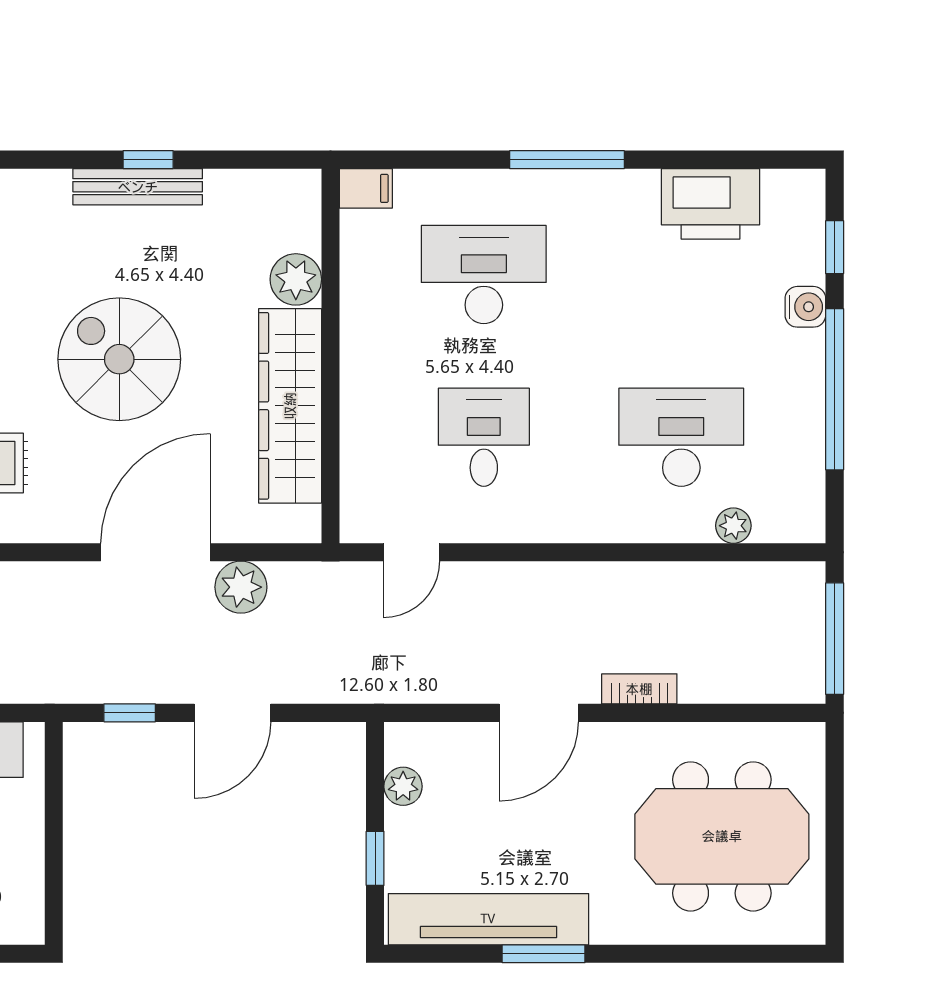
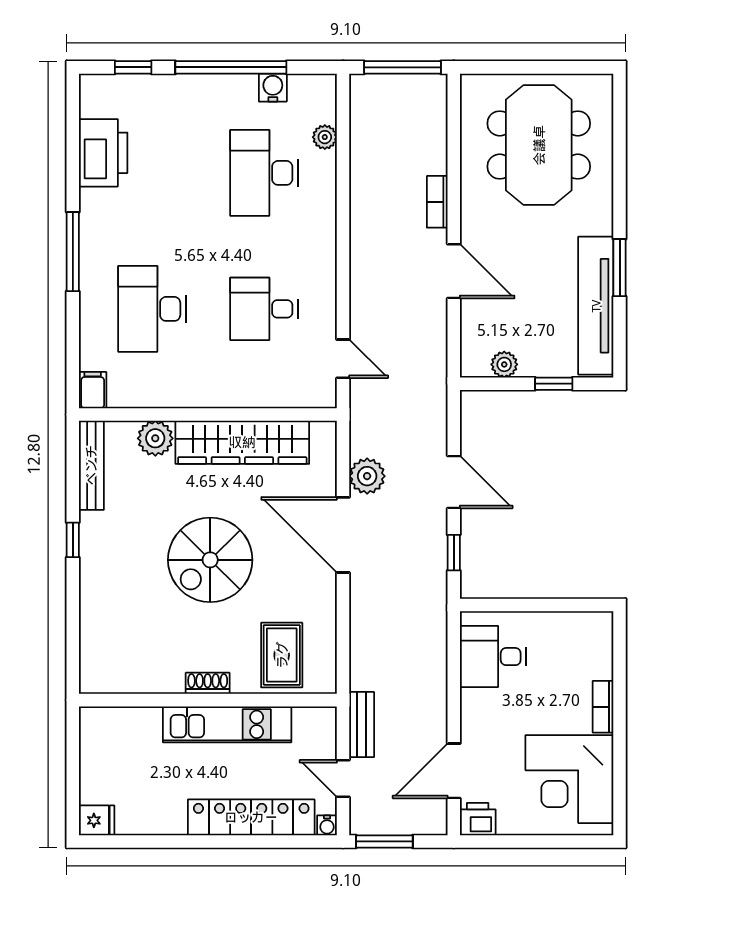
bench: (138, 187) -> (91, 465), moved
water cooler: (805, 307) -> (273, 88), moved

